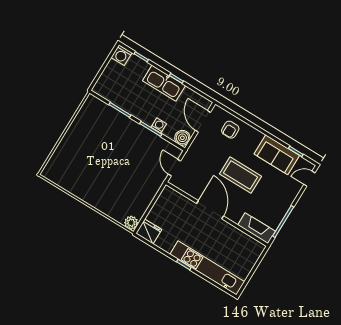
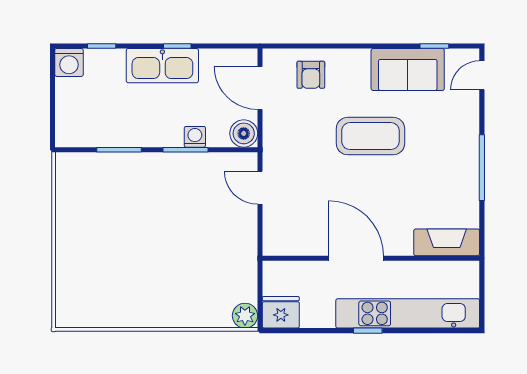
door: (210, 210) -> (356, 258), moved
wall: (217, 214) -> (371, 258), moved
fireplace: (257, 228) -> (447, 242), moved

